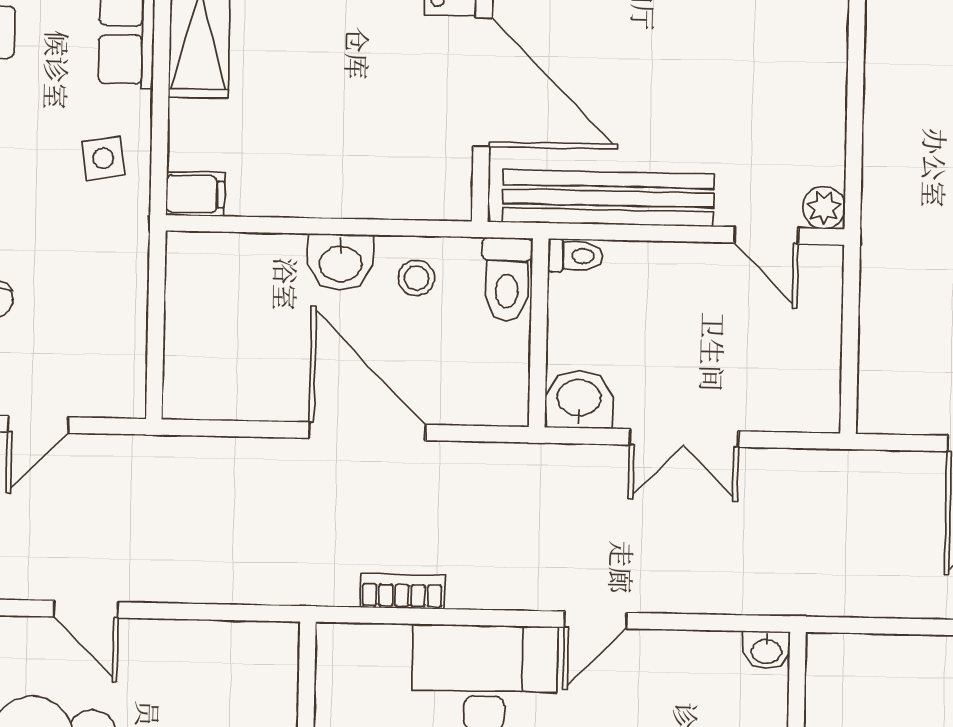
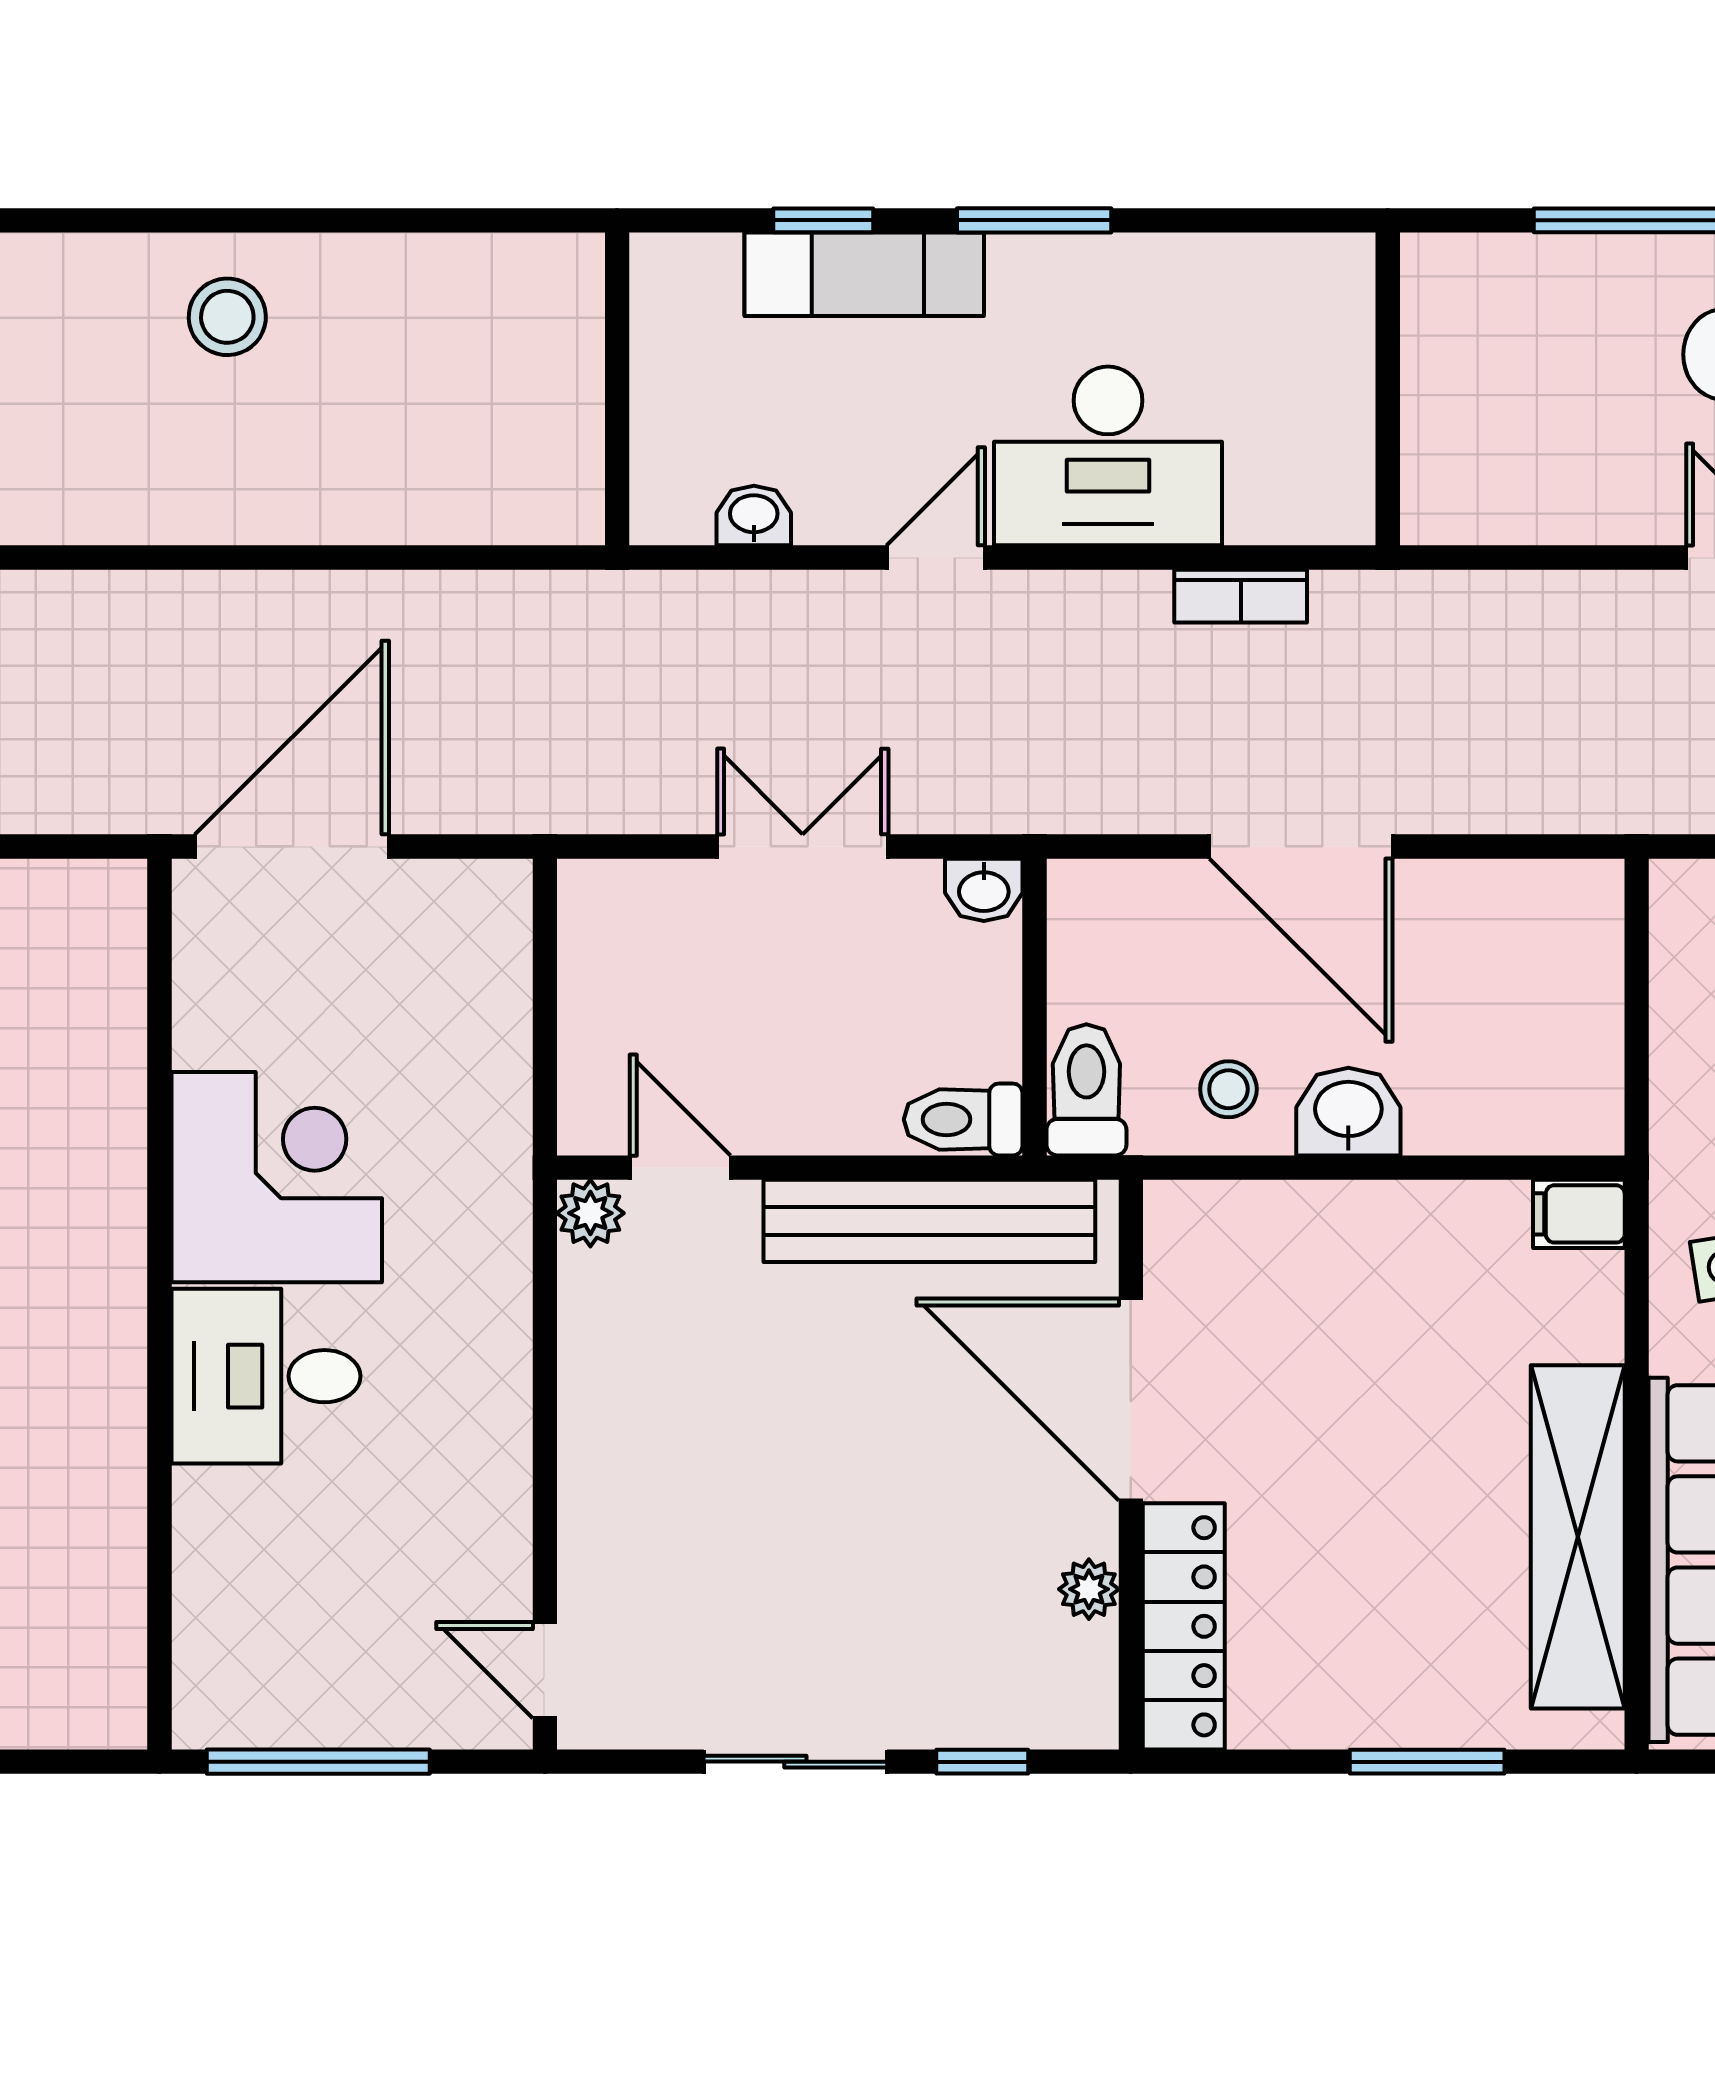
toilet: (575, 256) -> (963, 1119), width x1.37, depth x1.39
washbasin: (579, 399) -> (984, 890), width x0.72, depth x0.69
washbasin: (766, 650) -> (754, 515), moved

